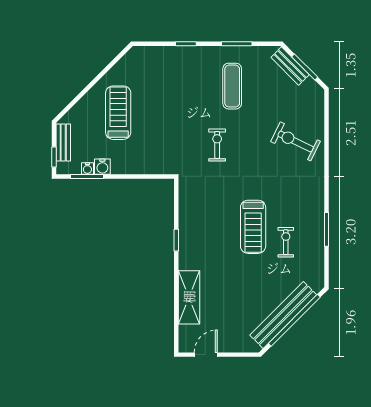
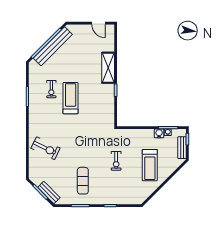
exercise bike: (217, 145) -> (116, 161), moved
shelving: (189, 297) -> (108, 68), moved
door: (206, 355) -> (98, 23), hinge flipped

